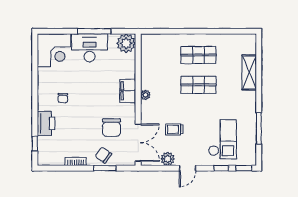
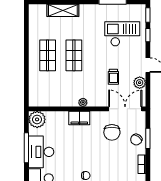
chair: (112, 128) -> (112, 132), turned 90

